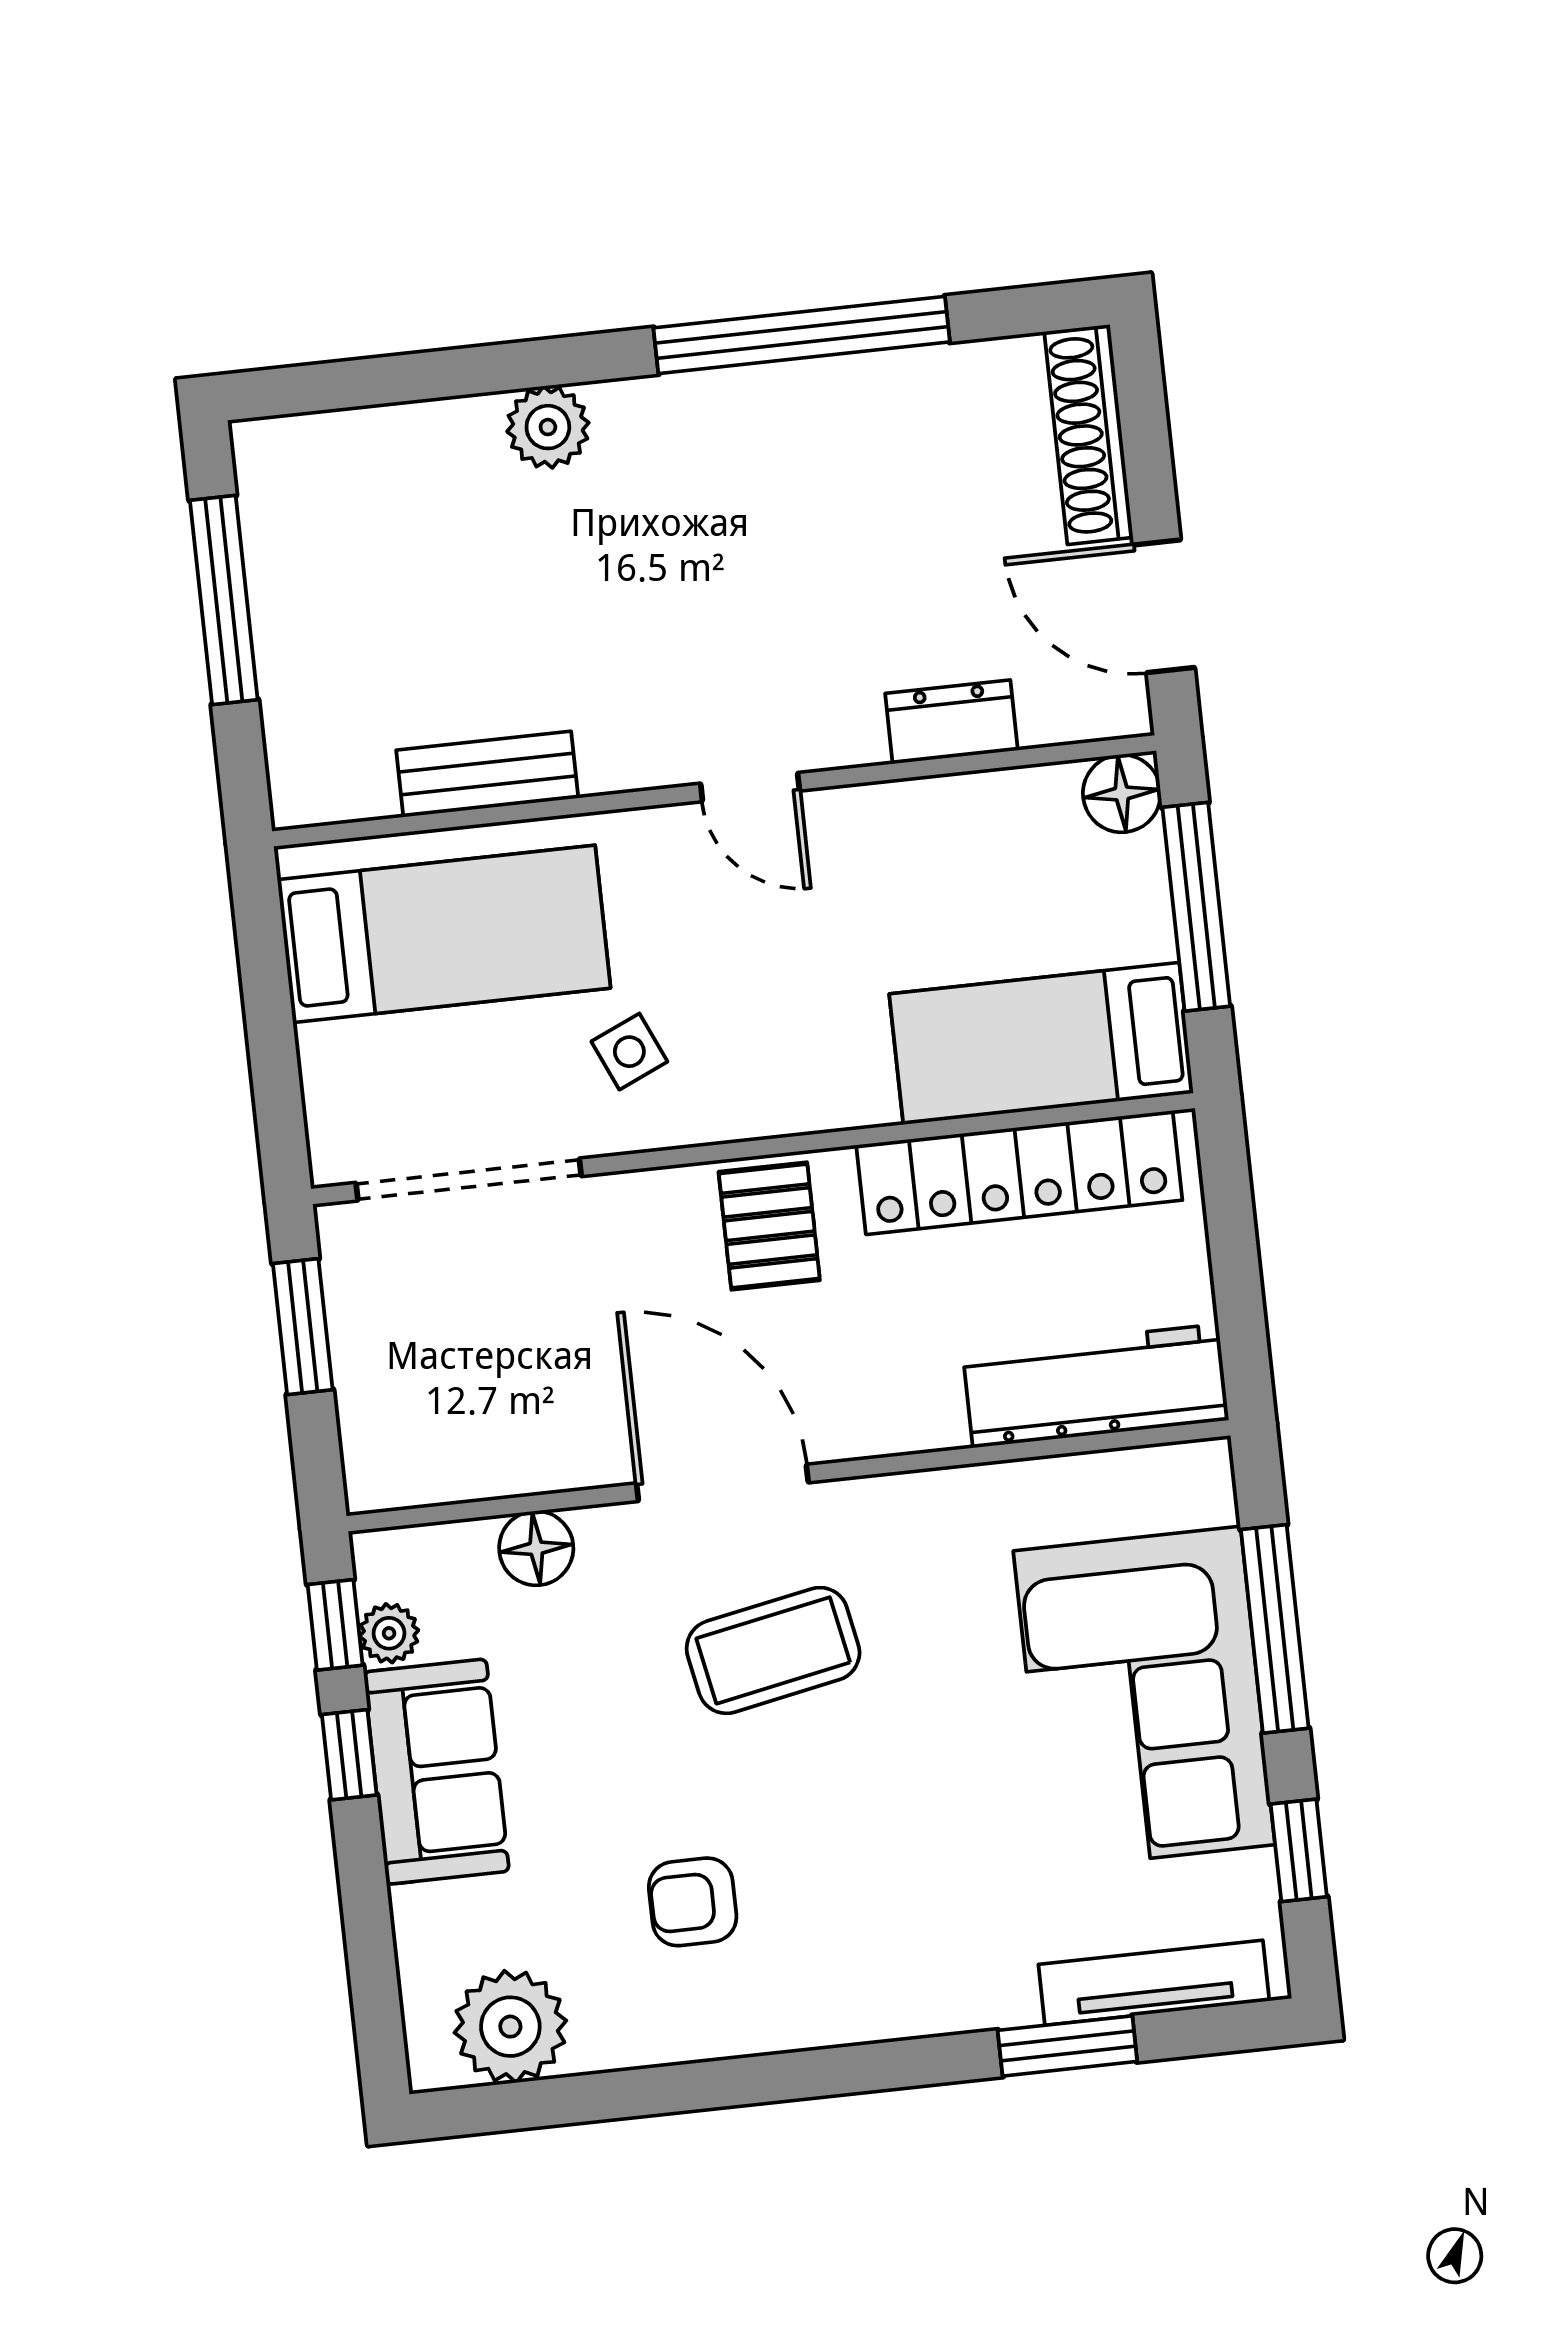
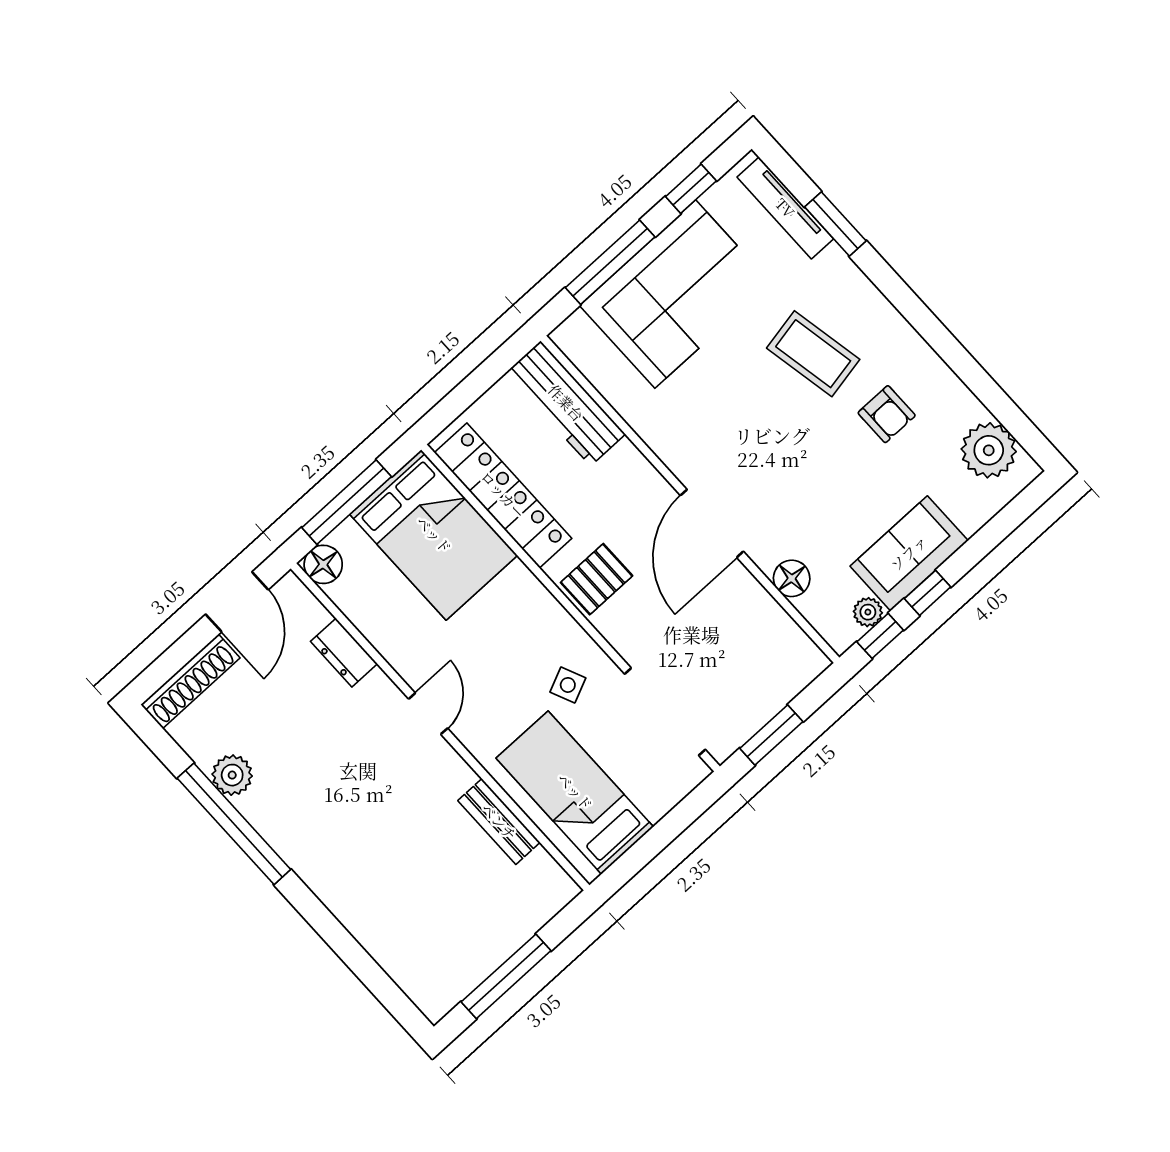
plant: (548, 427) -> (232, 775), moved
bed: (1041, 1043) -> (434, 535), width x1.50
coffee table: (773, 1650) -> (813, 354), moved

